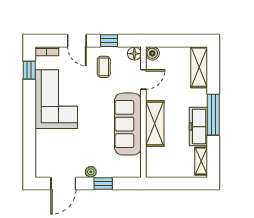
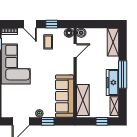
shelving: (155, 123) -> (83, 100), moved
sofa: (128, 124) -> (65, 96), moved
window: (183, 184) -> (102, 121), added

